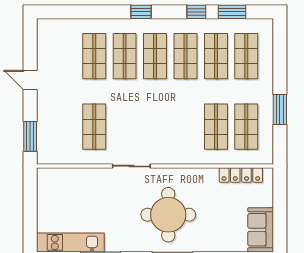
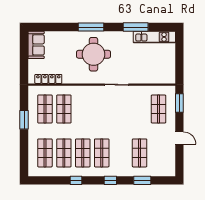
window: (232, 12) -> (142, 180), moved
shop shelf: (125, 56) -> (121, 153), removed
shop shelf: (94, 127) -> (158, 109), moved

